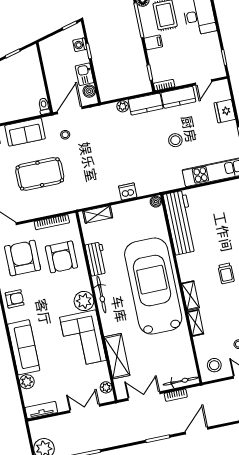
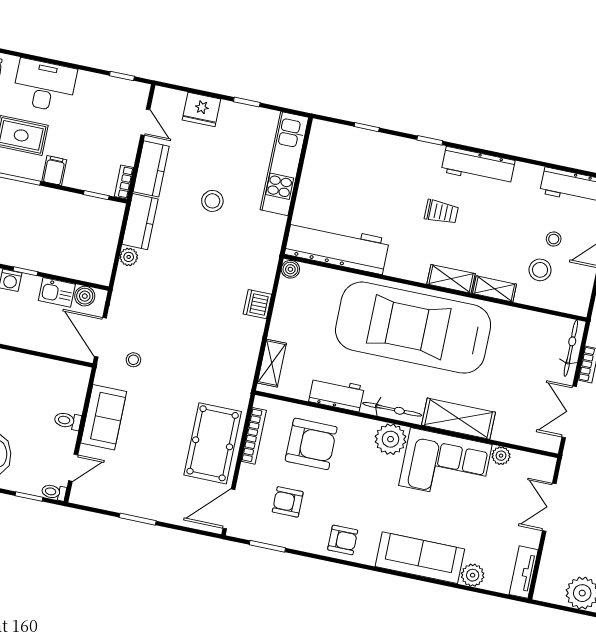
toilet: (44, 106) -> (68, 421), moved
pool table: (40, 174) -> (213, 443), moved
armchair: (23, 258) -> (288, 502), width x0.53, depth x0.53
armchair: (15, 299) -> (343, 540), turned 90
shelving: (117, 356) -> (459, 419), moved
stool: (214, 365) -> (540, 270), moved
plant: (106, 387) -> (501, 456), moved

